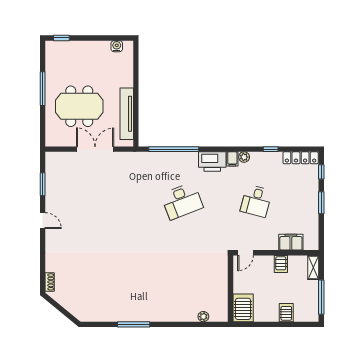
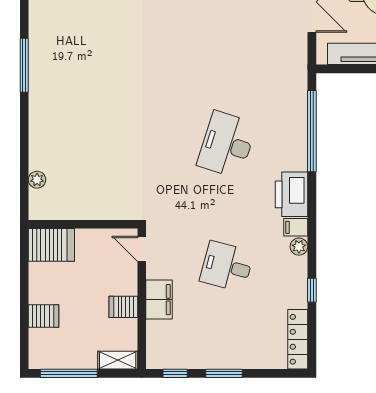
window: (321, 172) -> (175, 373), moved
desk: (182, 201) -> (227, 145), turned 39
filing cabinet: (291, 242) -> (159, 300), moved

